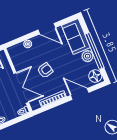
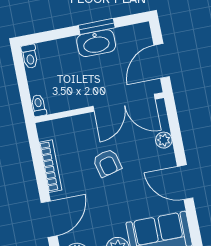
door: (47, 29) -> (185, 182), hinge flipped
double door: (21, 88) -> (124, 103), moved

